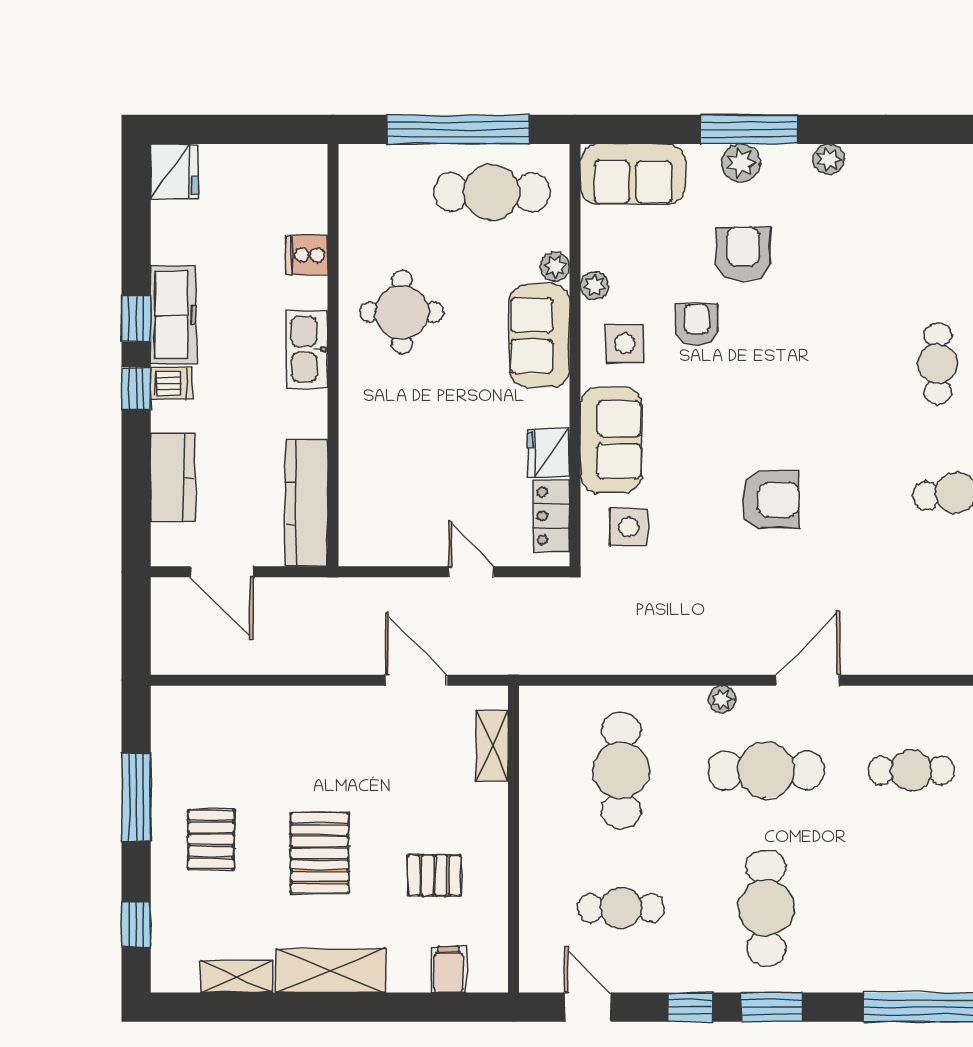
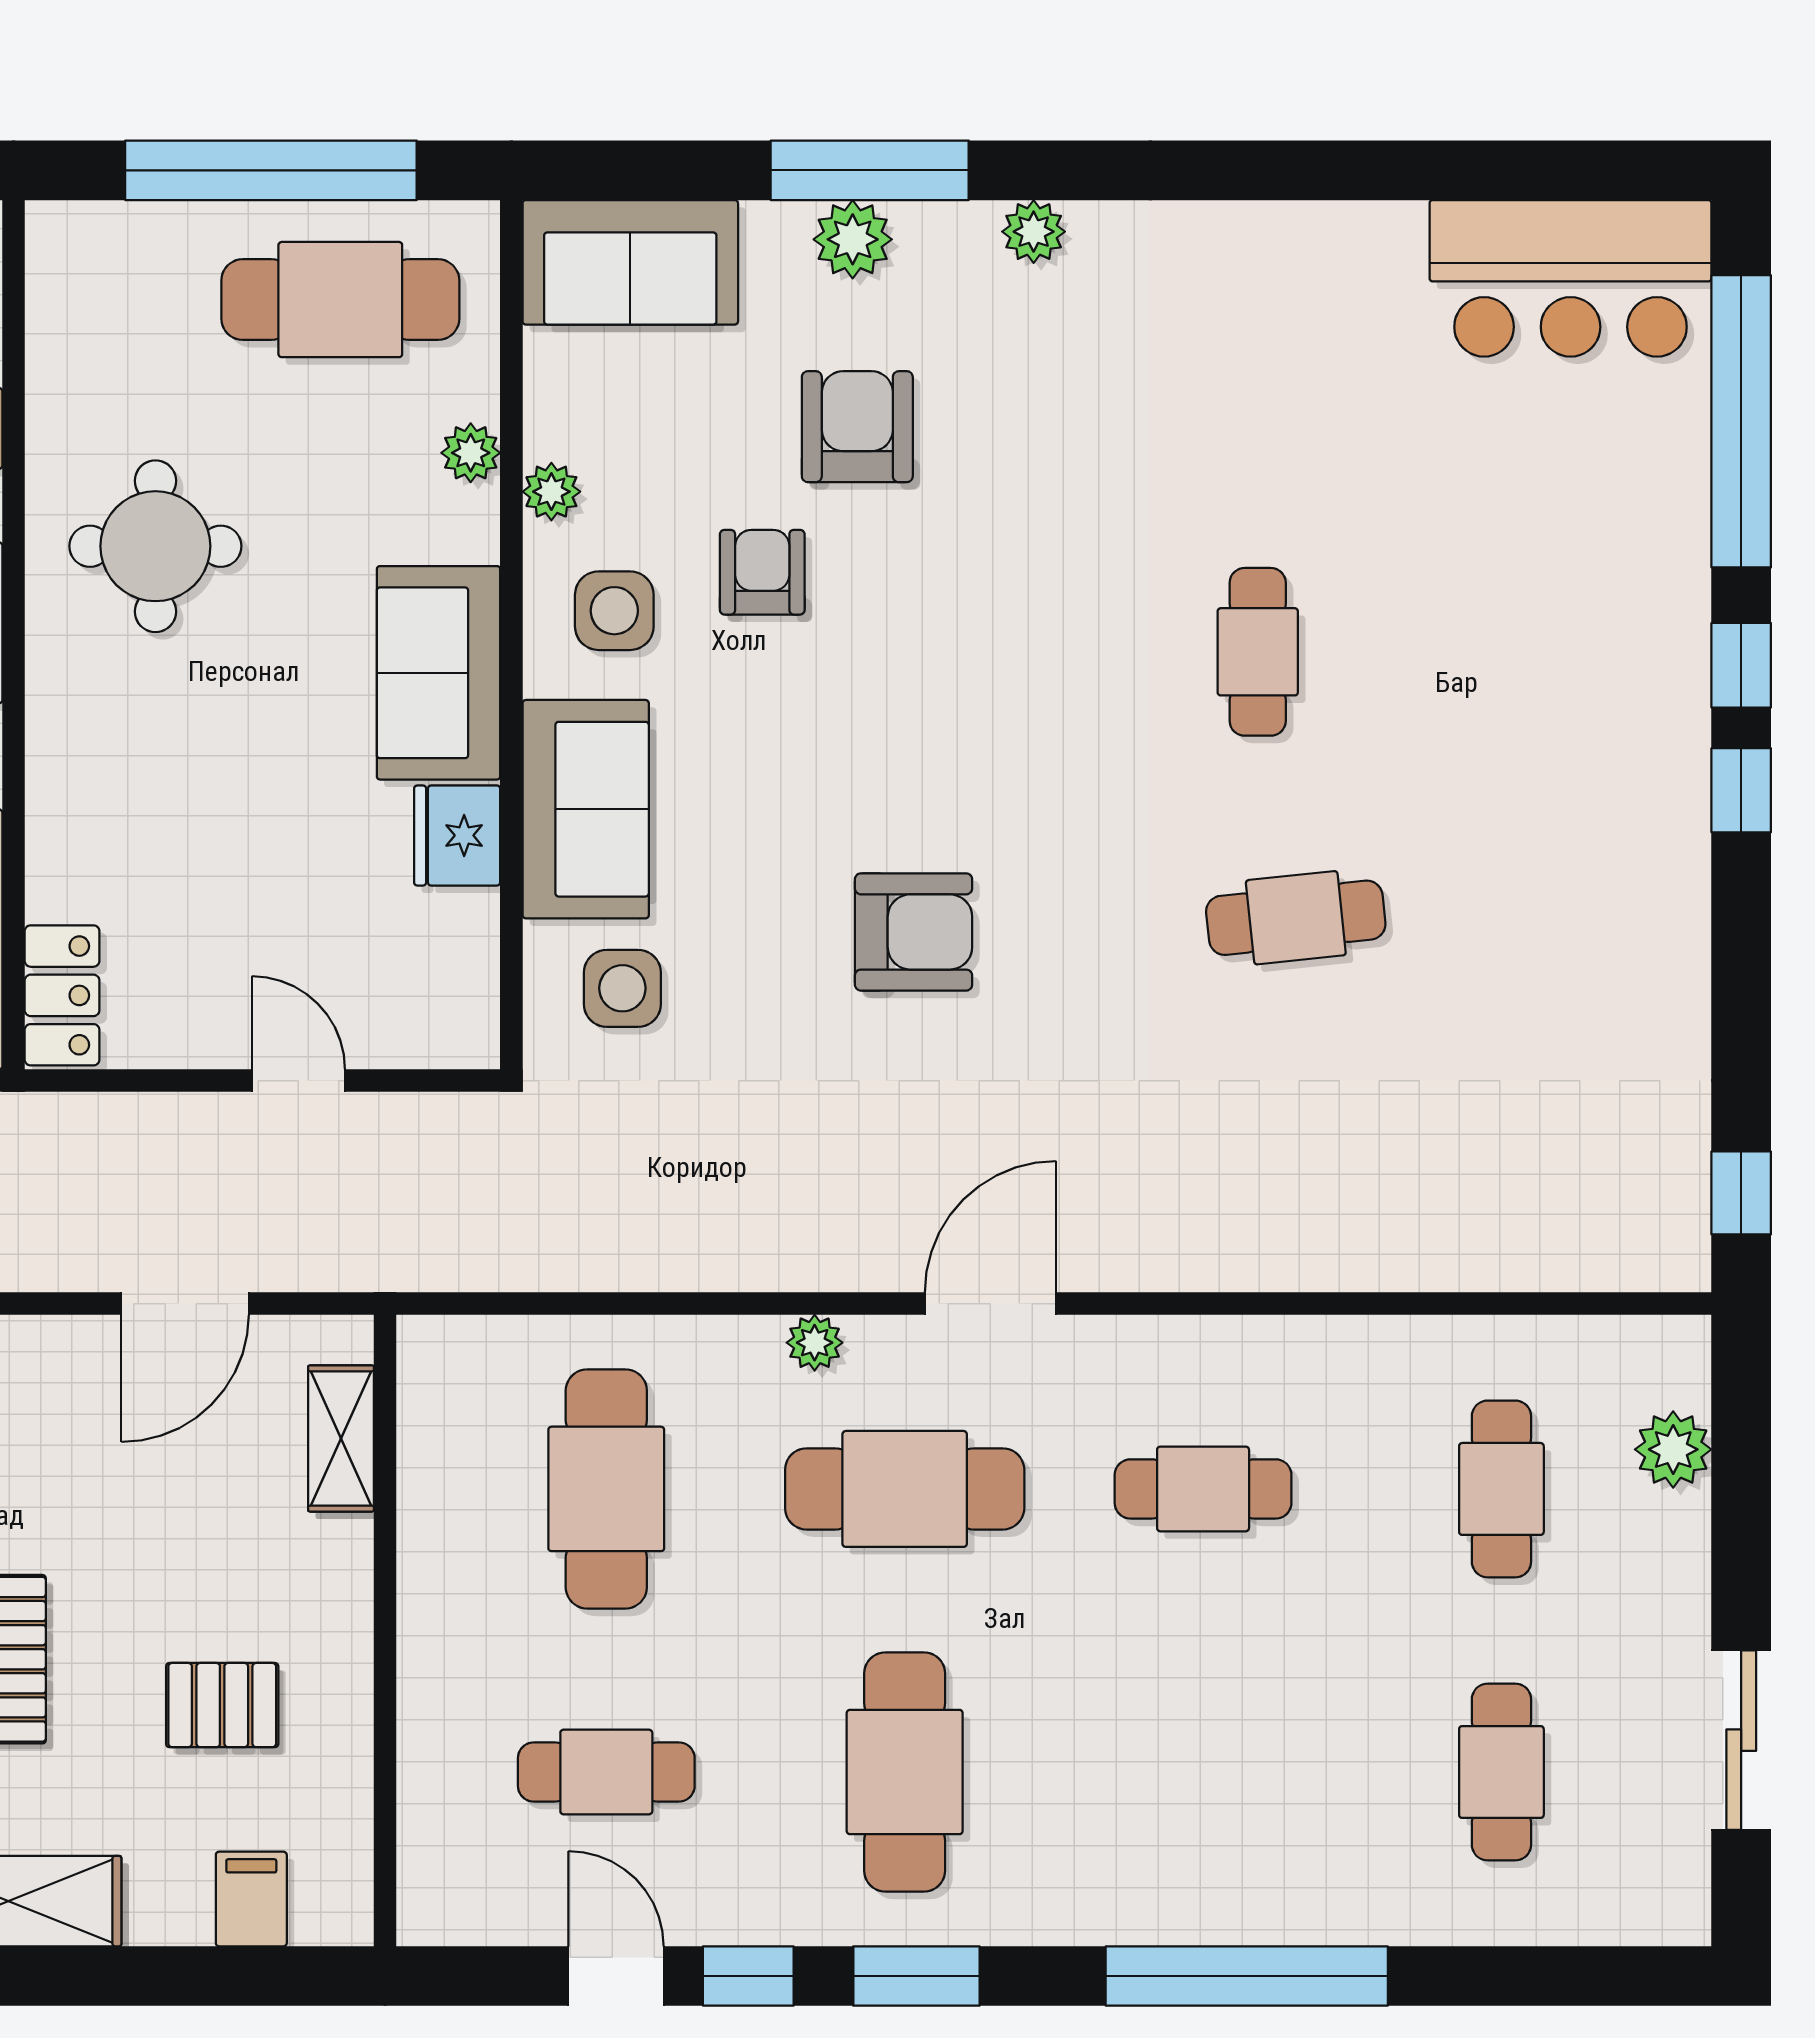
sofa: (540, 336) -> (439, 673), moved
locker: (551, 516) -> (62, 995), moved, turned 180
door: (416, 680) -> (185, 1304), swing flipped
door: (588, 1007) -> (616, 1976), moved

